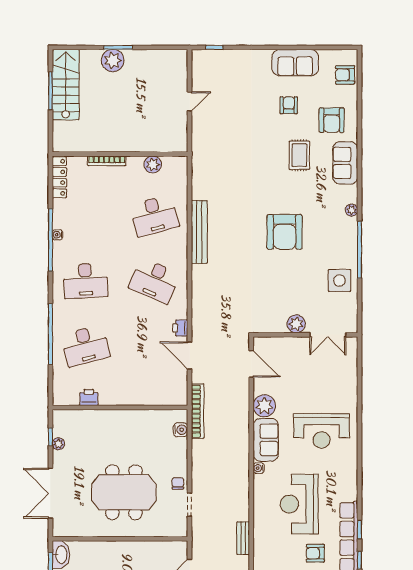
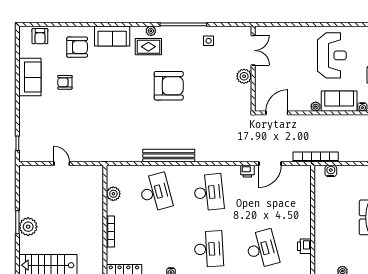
rug: (299, 155) -> (148, 47), moved
side table: (339, 280) -> (209, 41), width x0.54, depth x0.54
desk: (155, 281) -> (209, 192), turned -30
plant: (264, 406) -> (316, 107), width x0.53, depth x0.53

